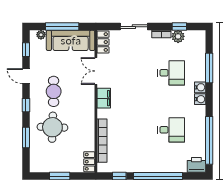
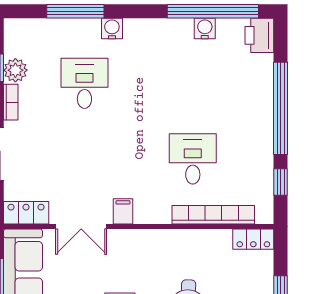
filing cabinet: (104, 98) -> (123, 211), width x0.50
water cooler: (200, 99) -> (205, 28), moved
desk: (171, 130) -> (193, 159), moved

